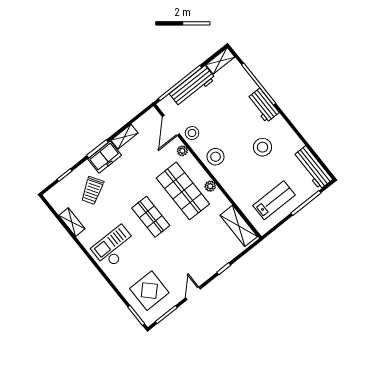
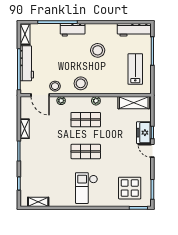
freezer: (105, 157) -> (144, 133), moved, turned 180
trolley: (92, 191) -> (42, 174), removed
shop shelf: (183, 191) -> (86, 120), width x0.70, depth x0.74
shelving: (72, 222) -> (38, 202), moved
door: (193, 293) -> (152, 151), moved

